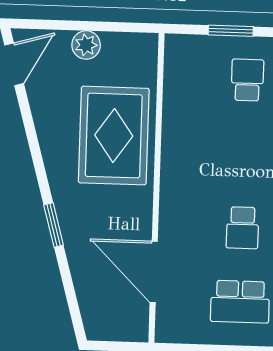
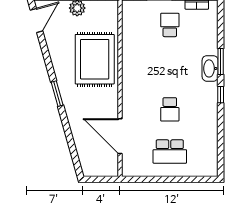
window: (54, 225) -> (57, 94), moved

